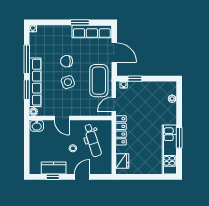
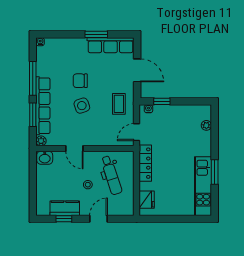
coffee table: (99, 81) -> (119, 104), width x0.54, depth x0.58

